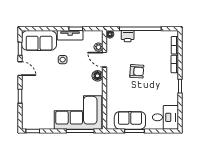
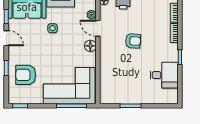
armchair: (38, 103) -> (26, 75), added
desk: (165, 117) -> (164, 75), moved
sofa: (130, 120) -> (126, 94), removed

